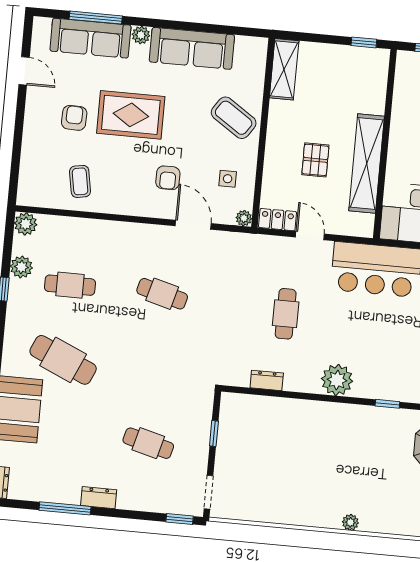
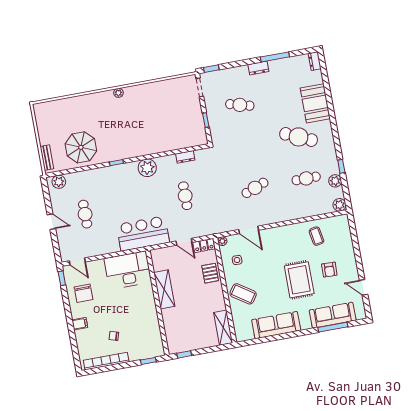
plant: (141, 35) -> (306, 325), removed
rug: (131, 115) -> (299, 280), turned 90
pallet: (315, 160) -> (210, 273), moved
shelving: (367, 163) -> (164, 289), width x0.68
armchair: (168, 178) -> (270, 251), removed
cafe table: (162, 294) -> (255, 188), turned -36

